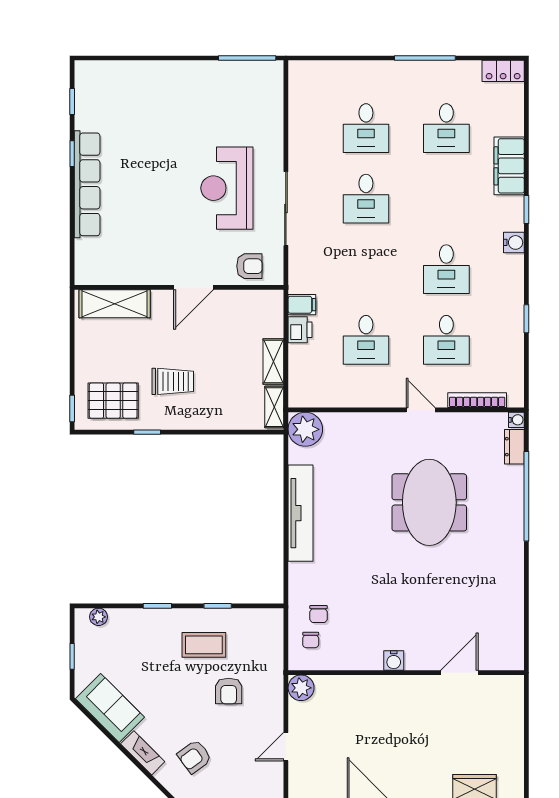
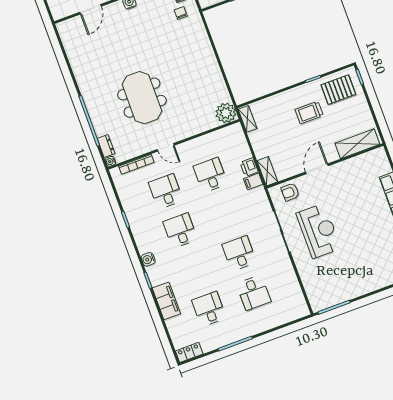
desk: (366, 128) -> (254, 293), turned 180
shelving: (273, 362) -> (267, 171), moved
tv unit: (300, 513) -> (211, 65), removed

